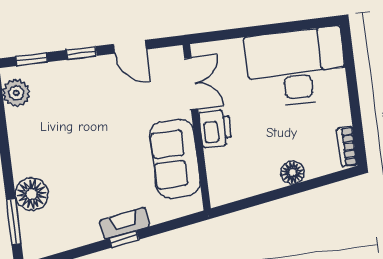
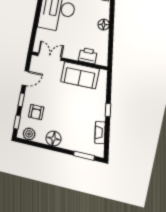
armchair: (67, 93) -> (36, 112), added
printer: (216, 128) -> (88, 56), moved
floor lamp: (32, 194) -> (54, 139), moved
fireplace: (125, 223) -> (100, 133), moved

